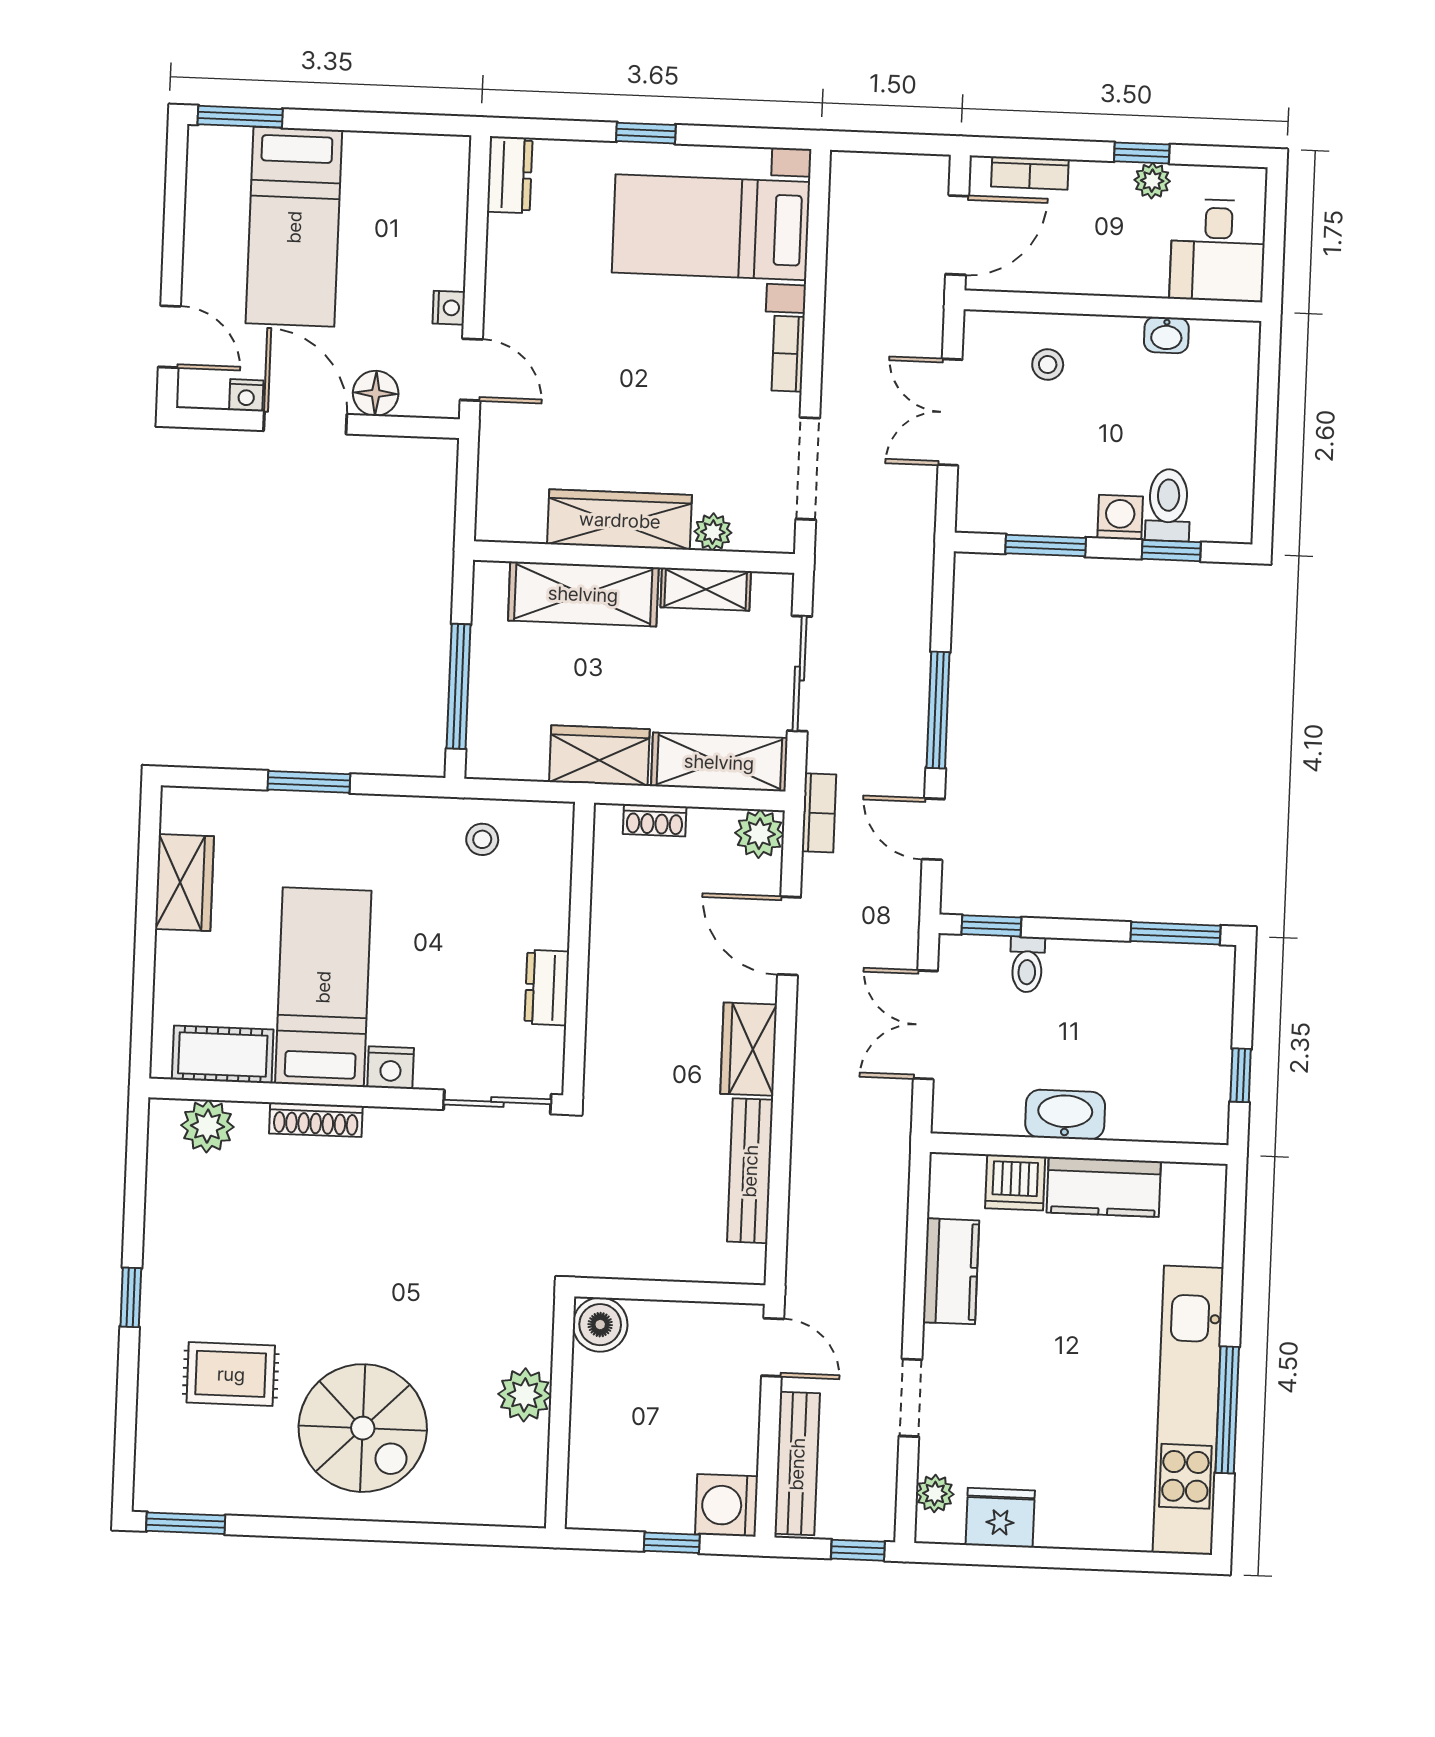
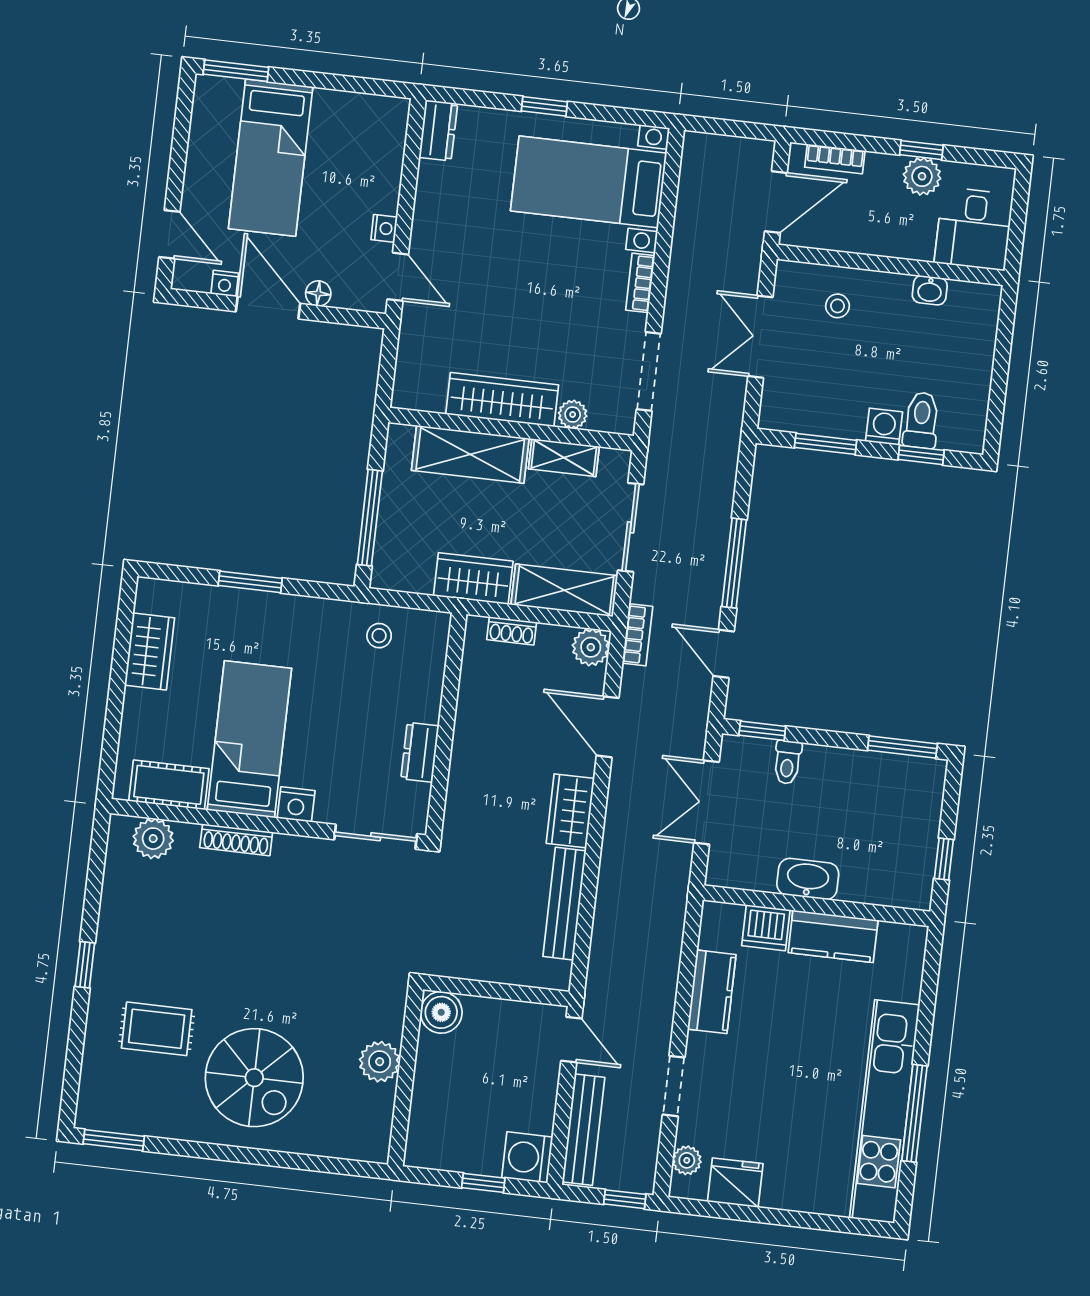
plant: (1152, 181) -> (922, 176), width x1.38, depth x1.38
floor lamp: (376, 393) -> (318, 294), width x0.73, depth x0.73

